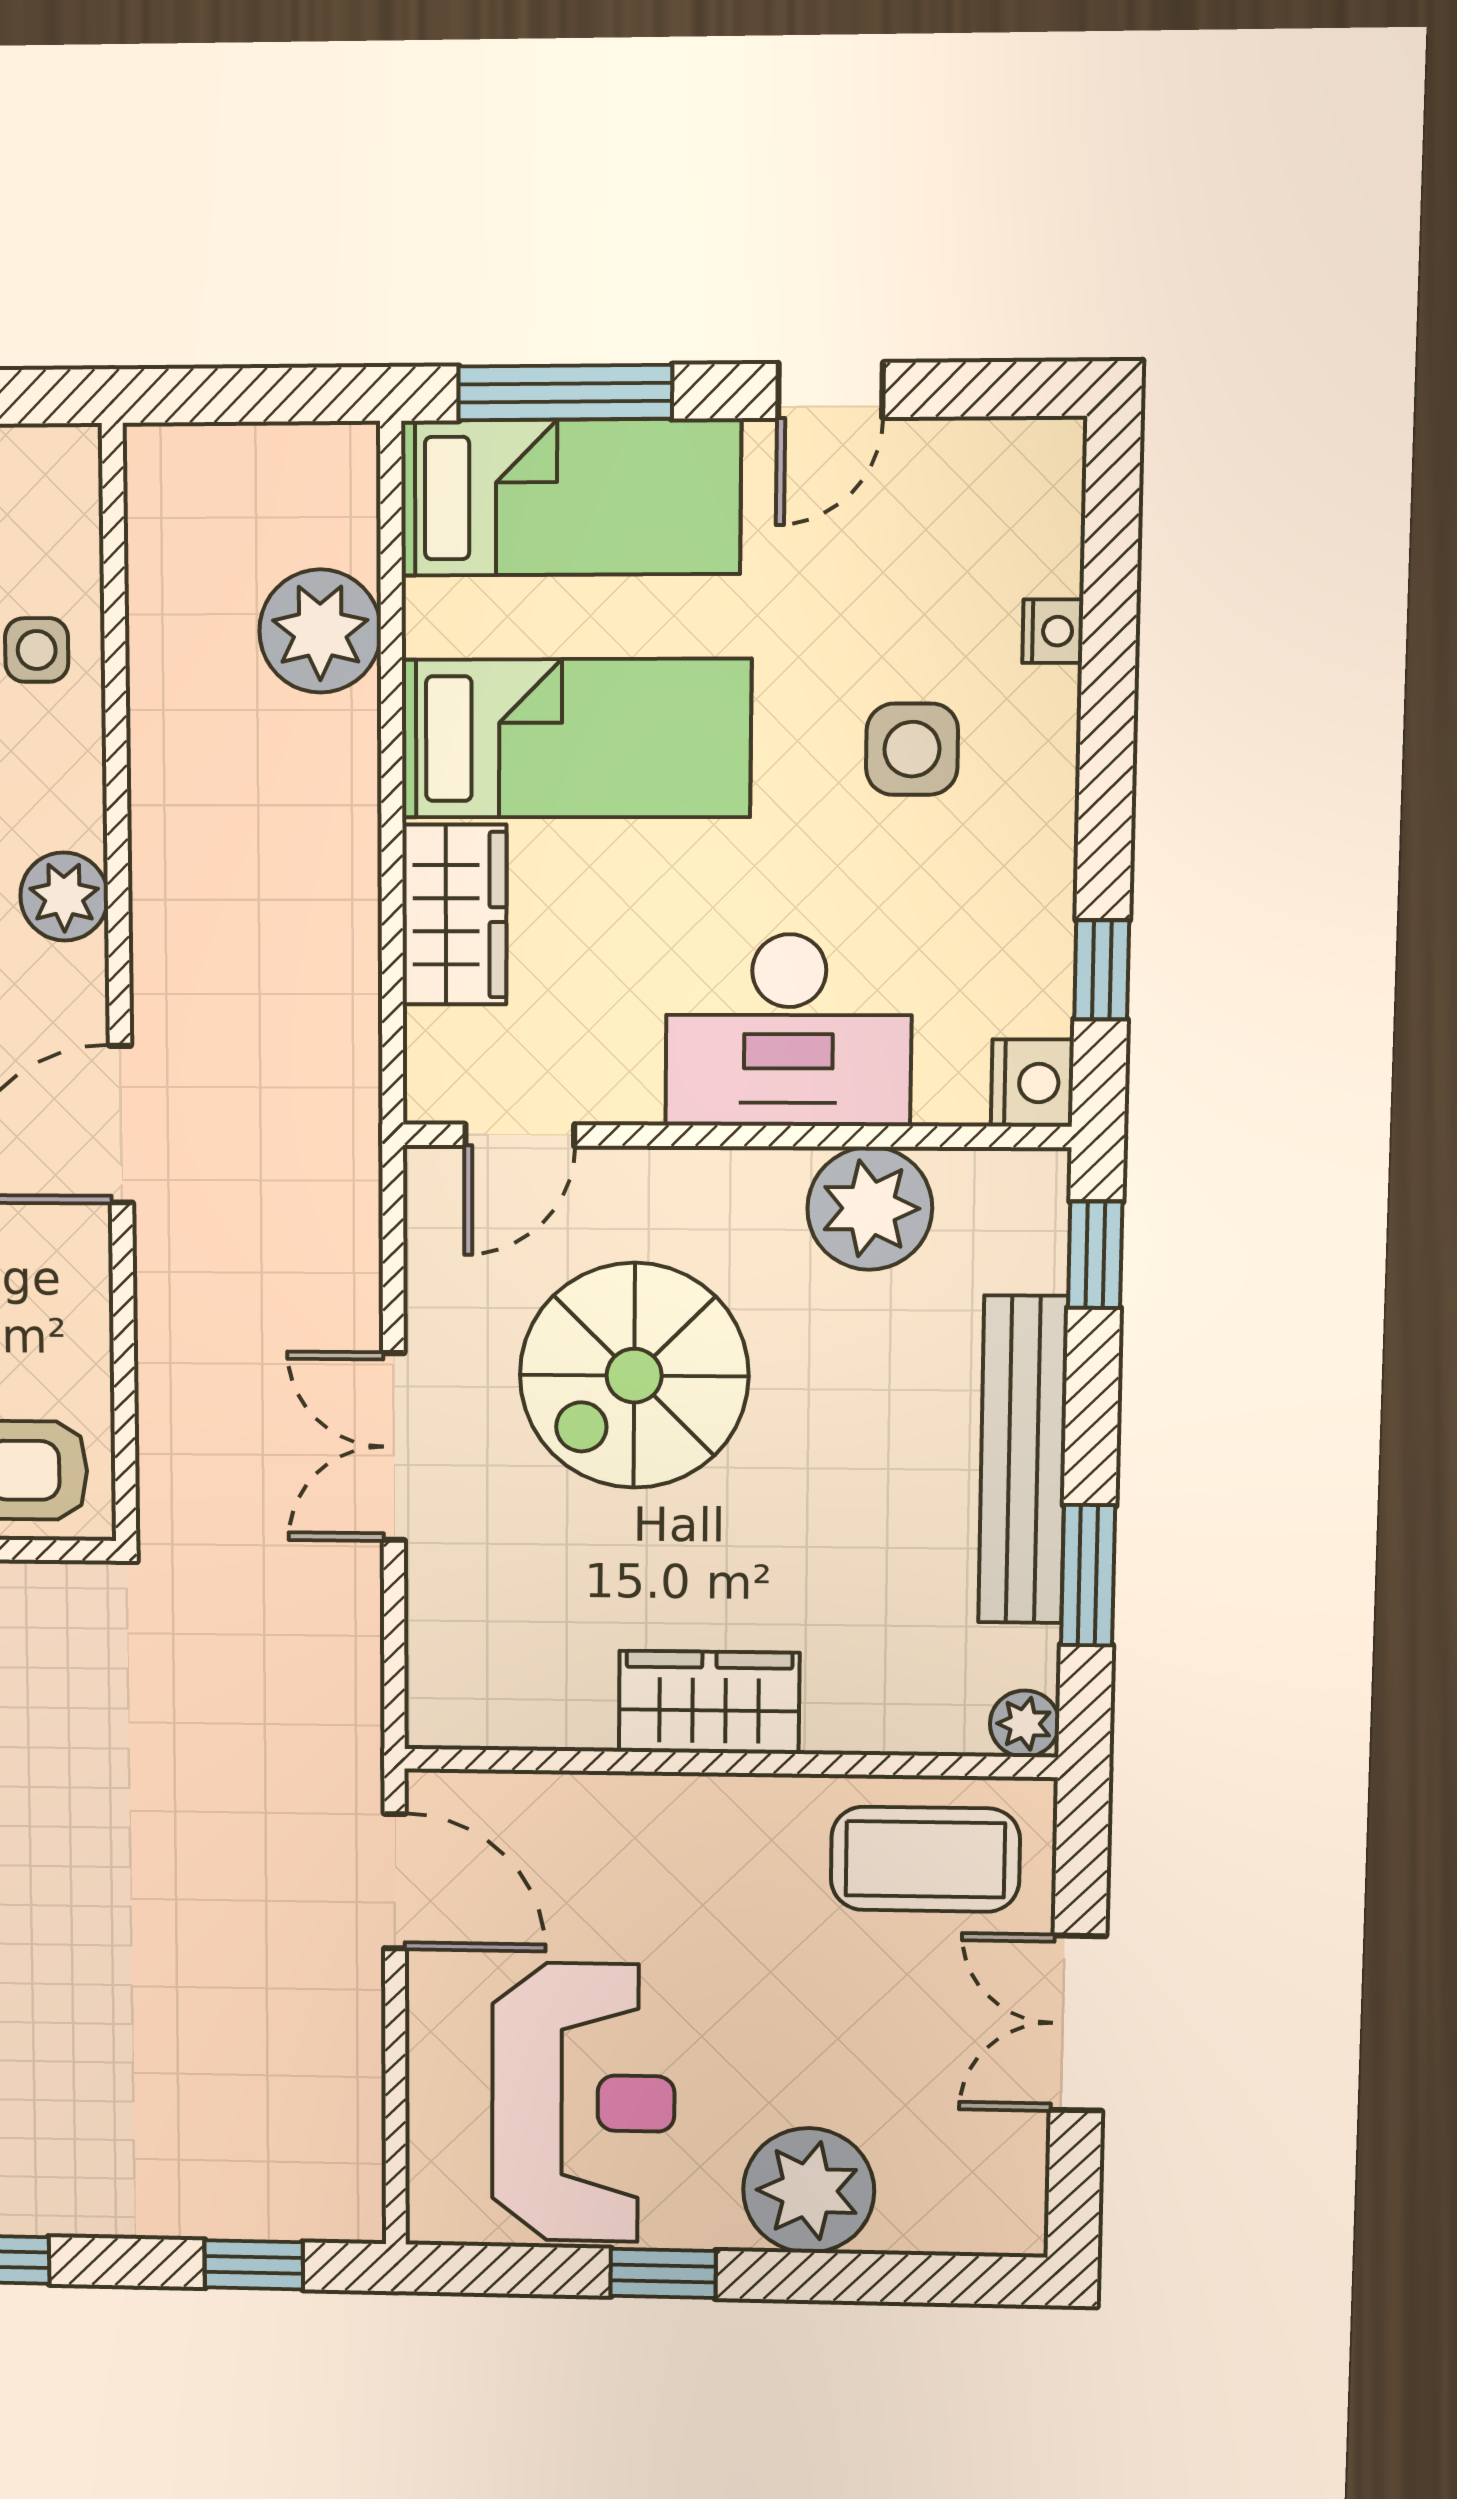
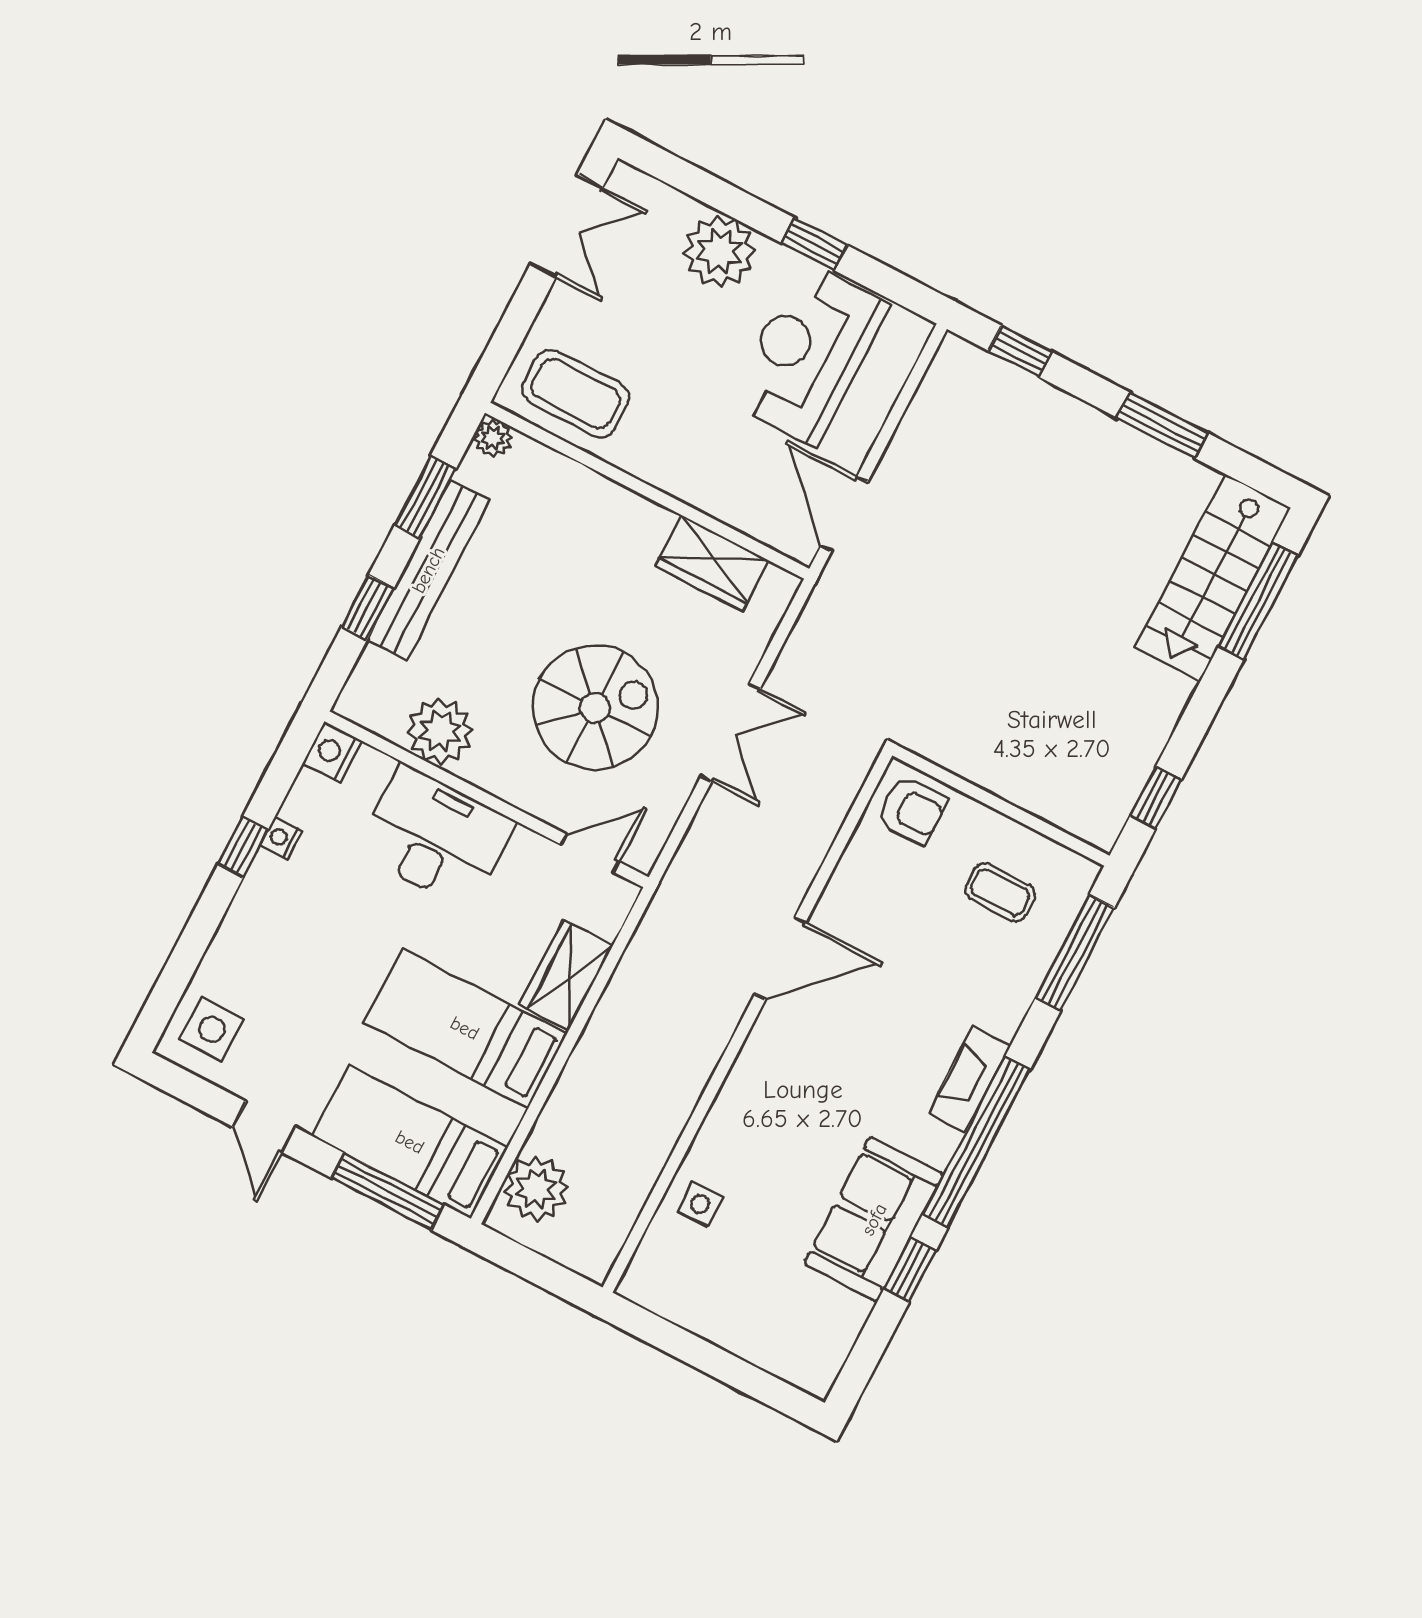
door: (830, 390) -> (264, 1127), swing flipped
plant: (320, 631) -> (536, 1189), moved
nightstand: (1053, 631) -> (281, 838), moved
side table: (912, 749) -> (212, 1029), moved
plant: (64, 897) -> (749, 1081), removed
window: (1102, 970) -> (243, 847), moved
window: (1095, 1255) -> (368, 607), moved
wardrobe: (709, 1702) -> (712, 563), moved
double door: (1078, 2023) -> (566, 226), moved

